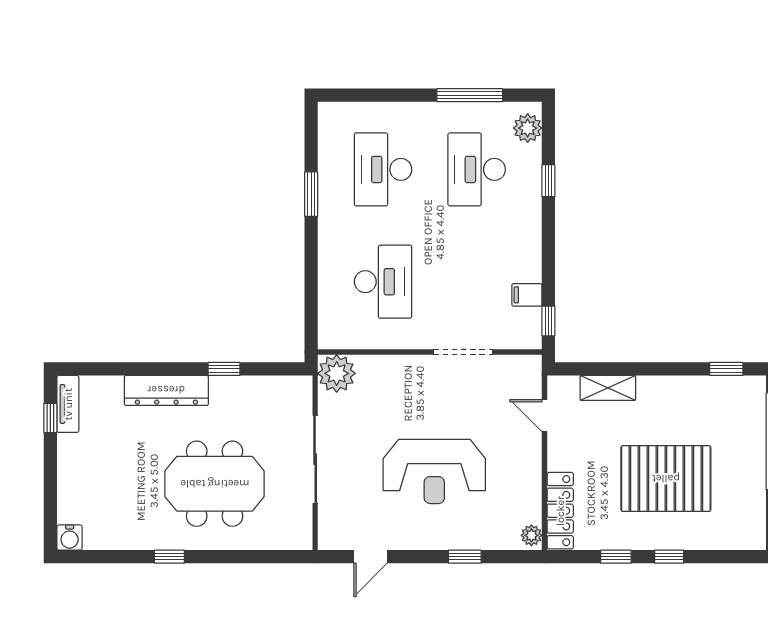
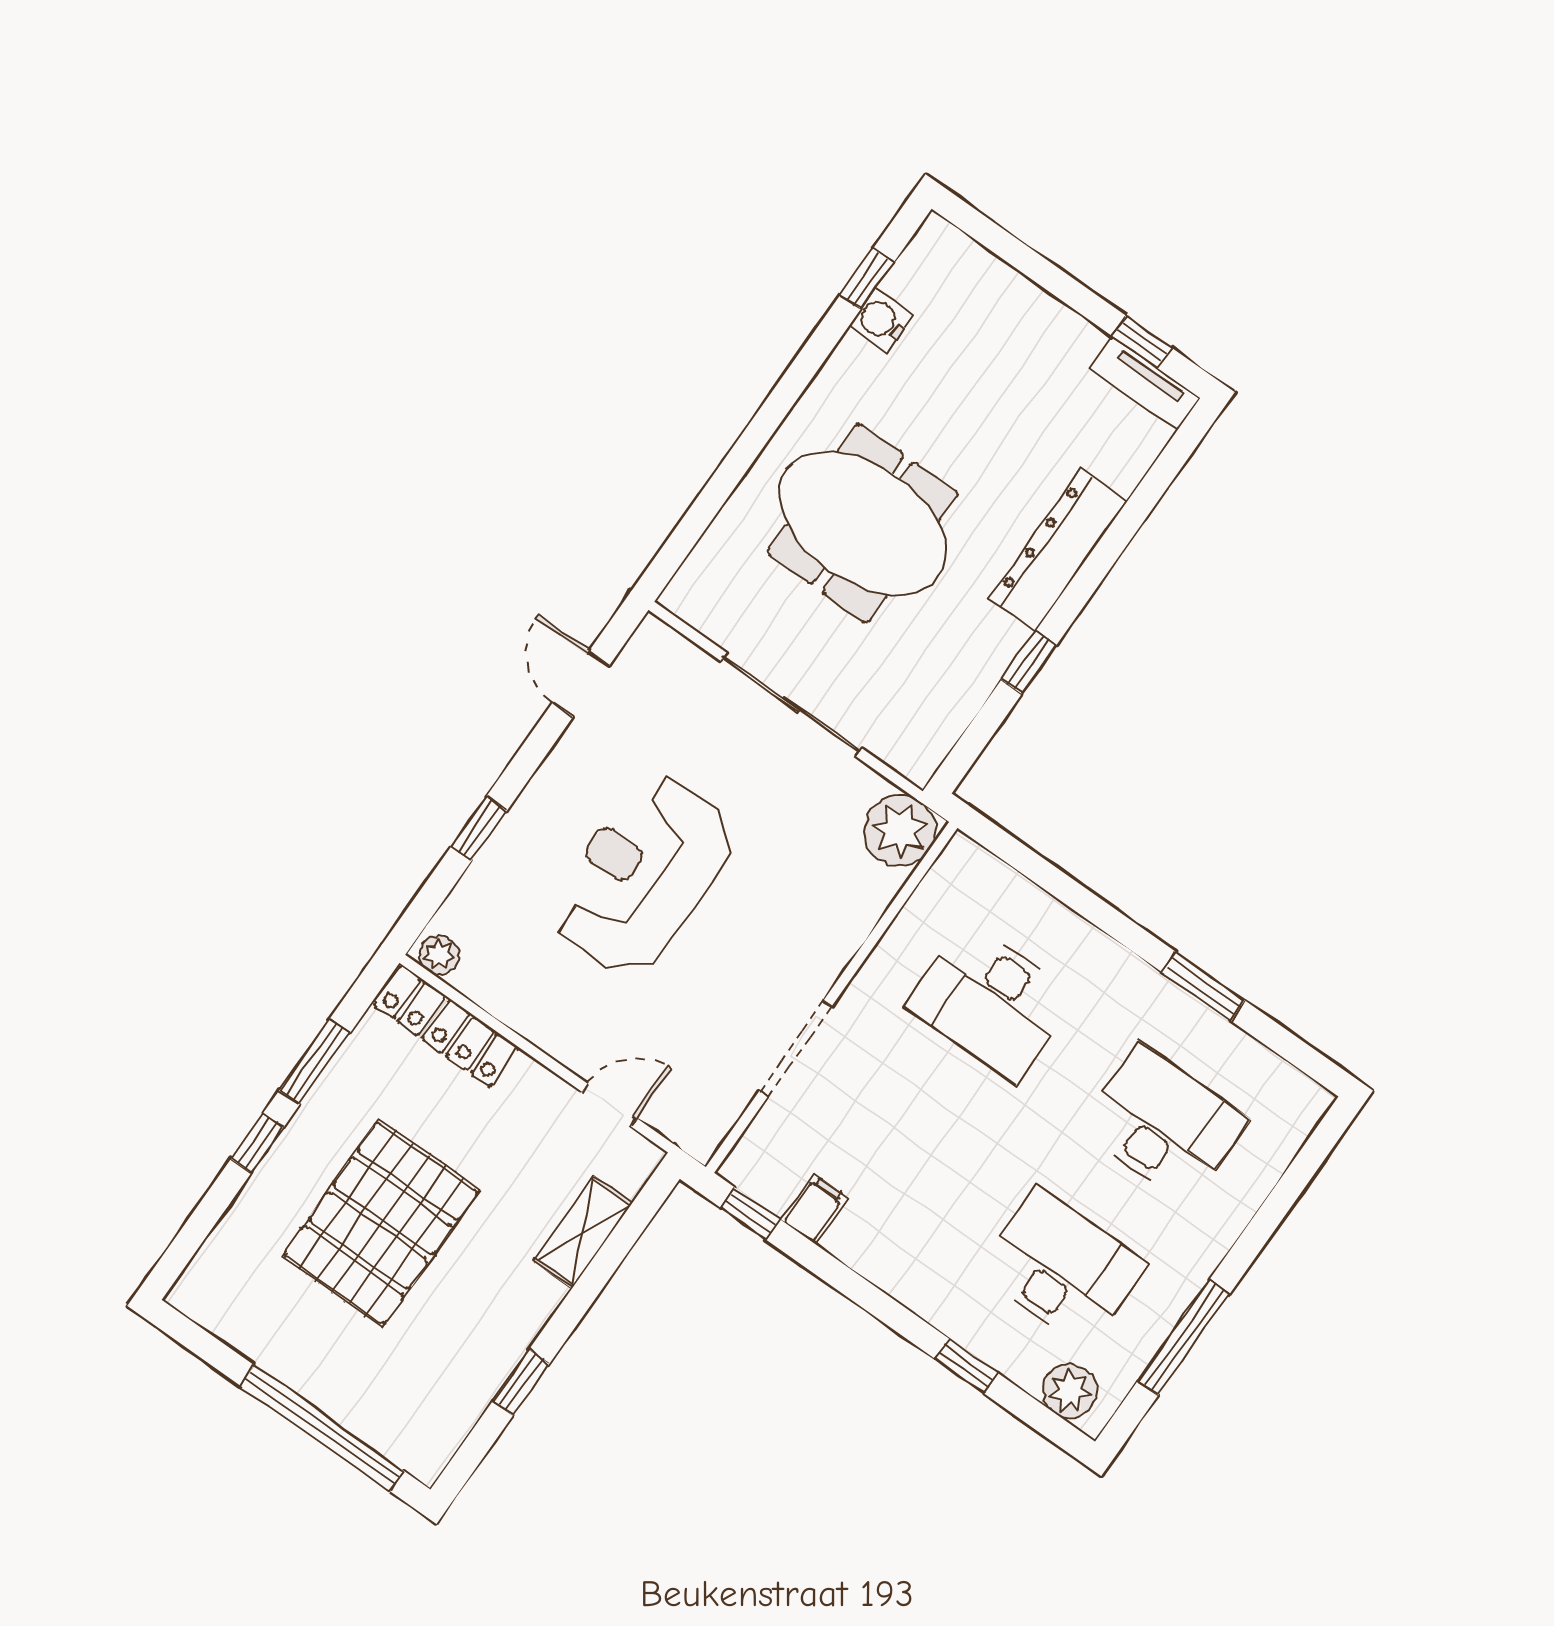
window: (726, 369) -> (521, 1383), moved
meeting table: (215, 484) -> (863, 523), turned 90
water cooler: (70, 538) -> (881, 321), moved
window: (169, 557) -> (867, 279), moved
window: (616, 557) -> (315, 1062), width x1.50

